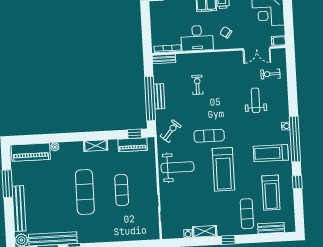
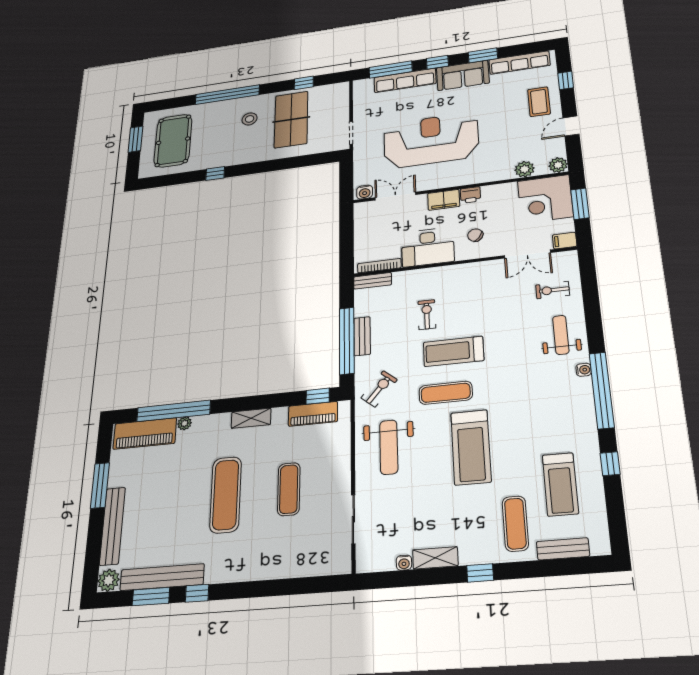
window: (288, 16) -> (580, 204), added
weight bench: (256, 100) -> (561, 335), moved
window: (47, 138) -> (174, 411), added
treadmill: (271, 153) -> (453, 351), moved
weight bench: (178, 167) -> (389, 447), turned 90

